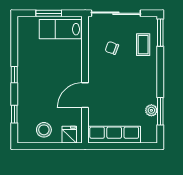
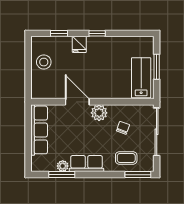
plant: (96, 73) -> (99, 113), added
row of seats: (149, 86) -> (86, 164), added
fridge: (69, 135) -> (79, 44), moved, turned 90

